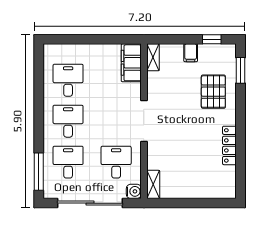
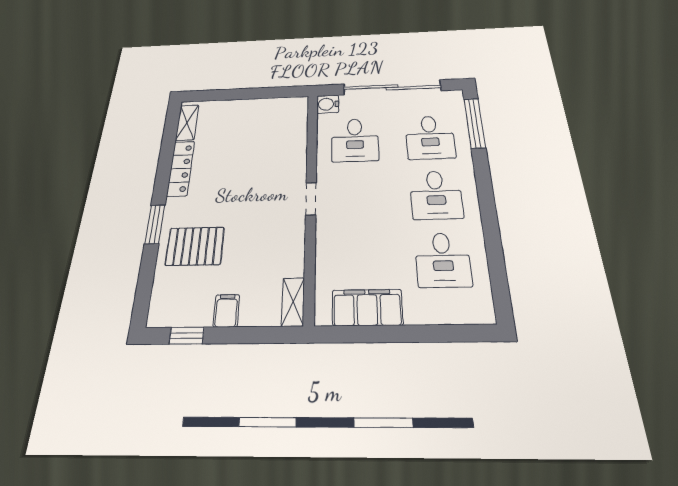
filing cabinet: (131, 63) -> (367, 307), moved, turned -90
window: (240, 70) -> (155, 224), moved
pallet: (213, 92) -> (195, 246), turned 90
doorway: (144, 121) -> (311, 199), width x0.53
shelving: (153, 184) -> (187, 123), moved

